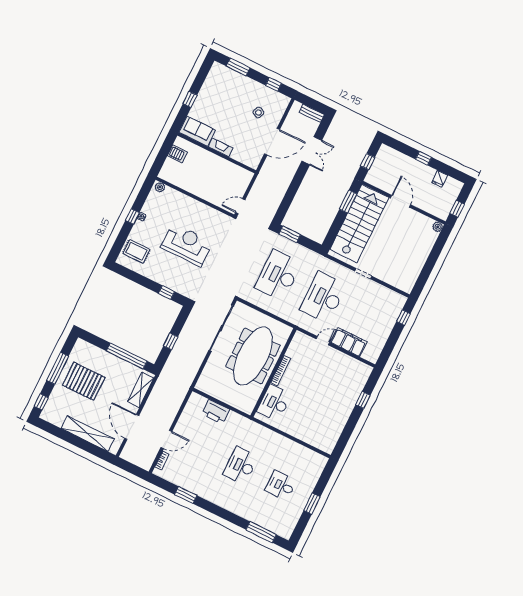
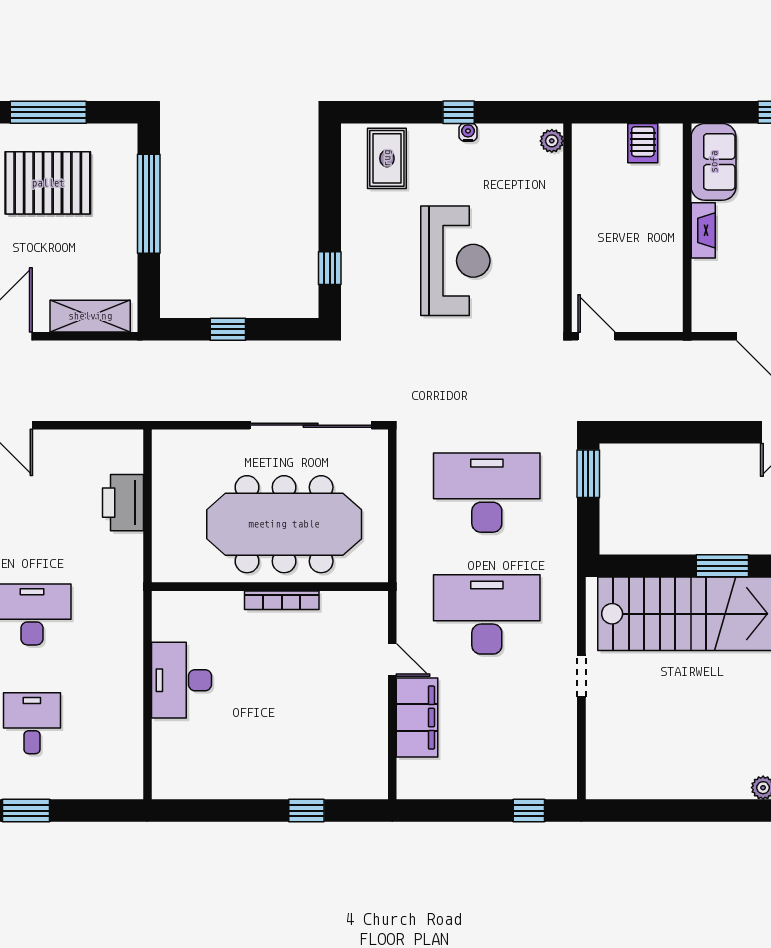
window: (127, 356) -> (149, 204), moved
pallet: (84, 381) -> (48, 183), turned 90
desk: (274, 403) -> (181, 680), moved, turned -90

